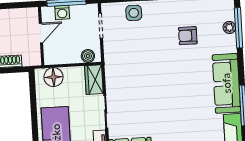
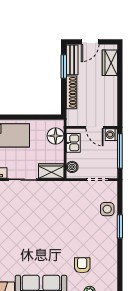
washing machine: (62, 12) -> (111, 135), moved
armchair: (188, 36) -> (82, 265), moved
kitchen sink: (60, 56) -> (73, 143), added

